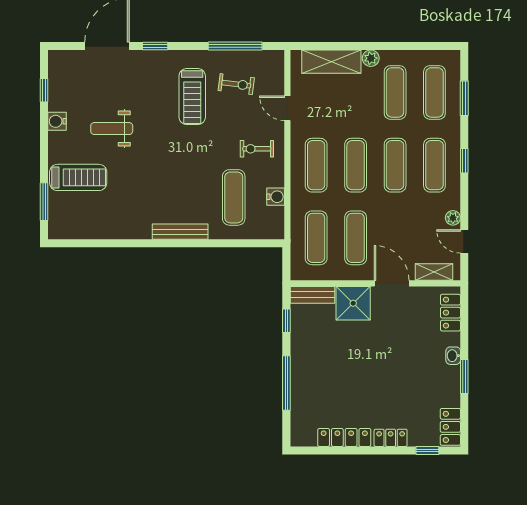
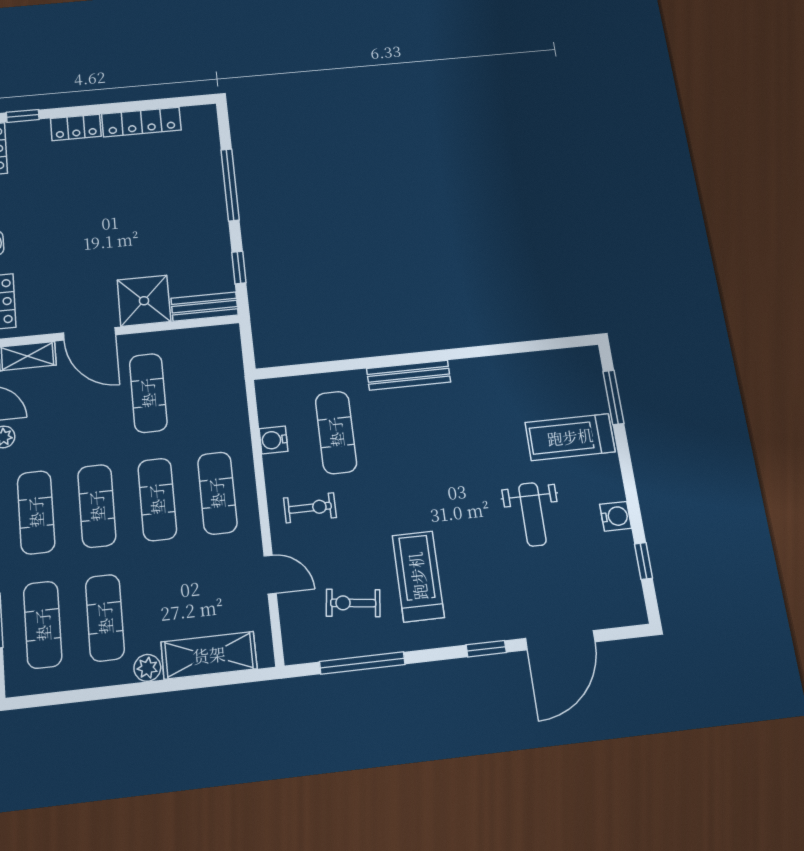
weight bench: (112, 129) -> (532, 514), turned 90
exercise mat: (316, 238) -> (207, 387), removed

